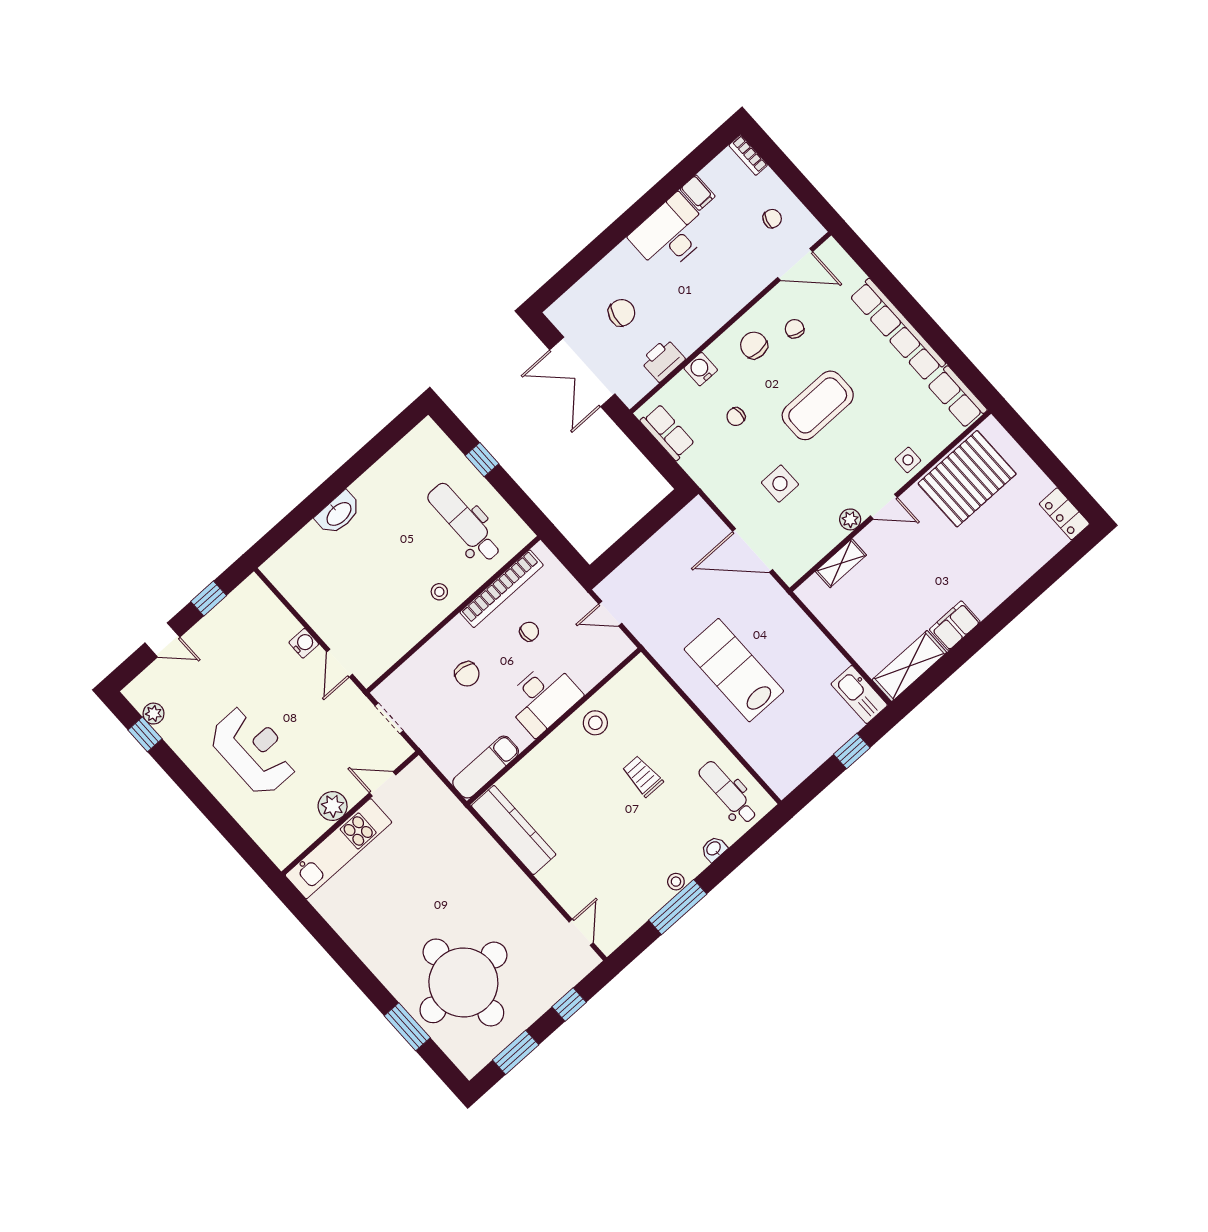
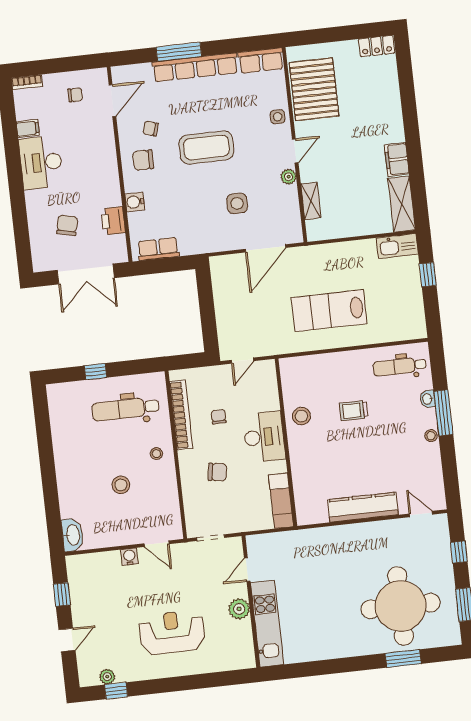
chair: (772, 219) -> (75, 95), turned 74
window: (902, 299) -> (179, 52), added
coffee table: (818, 405) -> (206, 147), turned 90
chair: (736, 417) -> (178, 201), removed
washbasin: (338, 513) -> (73, 535), moved
stool: (377, 577) -> (121, 485), added
kitchen counter: (514, 830) -> (363, 507), moved
window: (678, 907) -> (443, 413), moved

